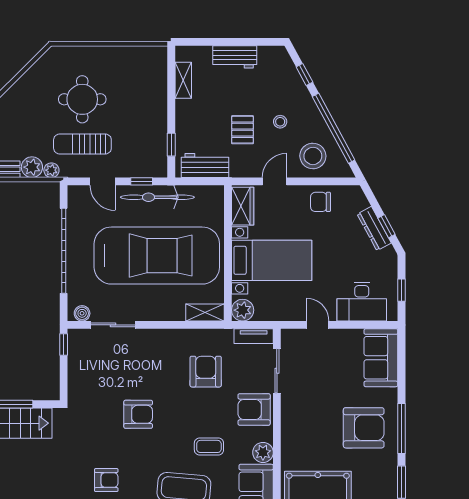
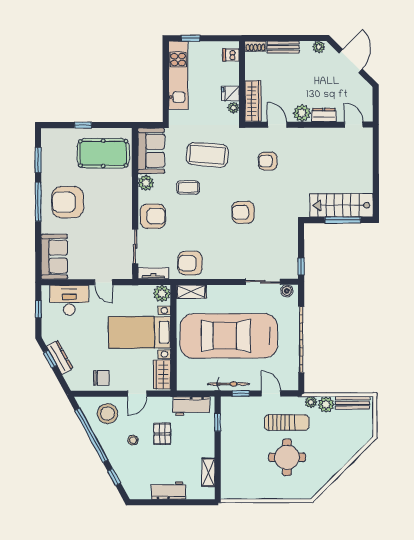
bicycle: (157, 197) -> (228, 384), width x0.73, depth x0.71
armchair: (206, 372) -> (190, 263), moved, turned 90

